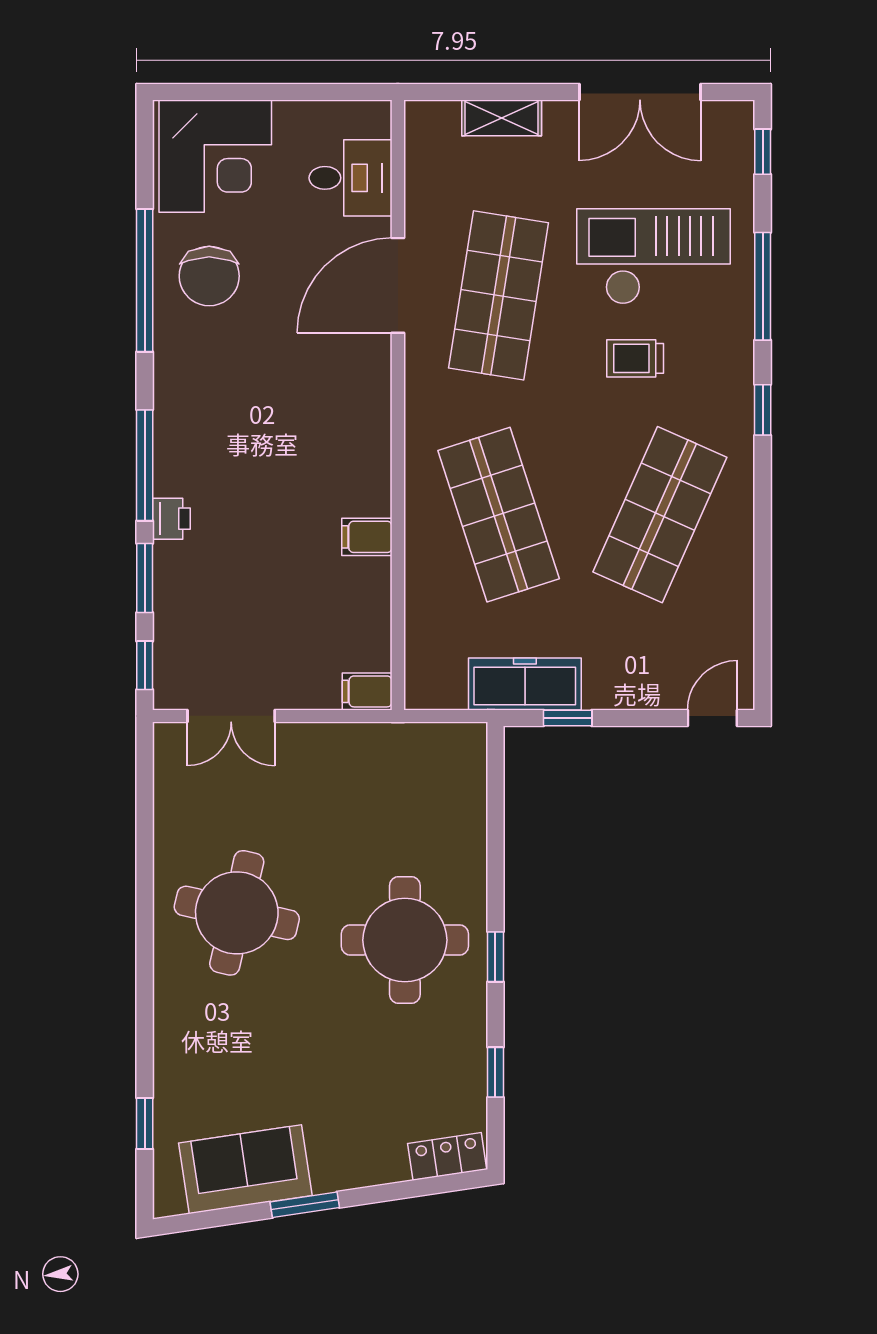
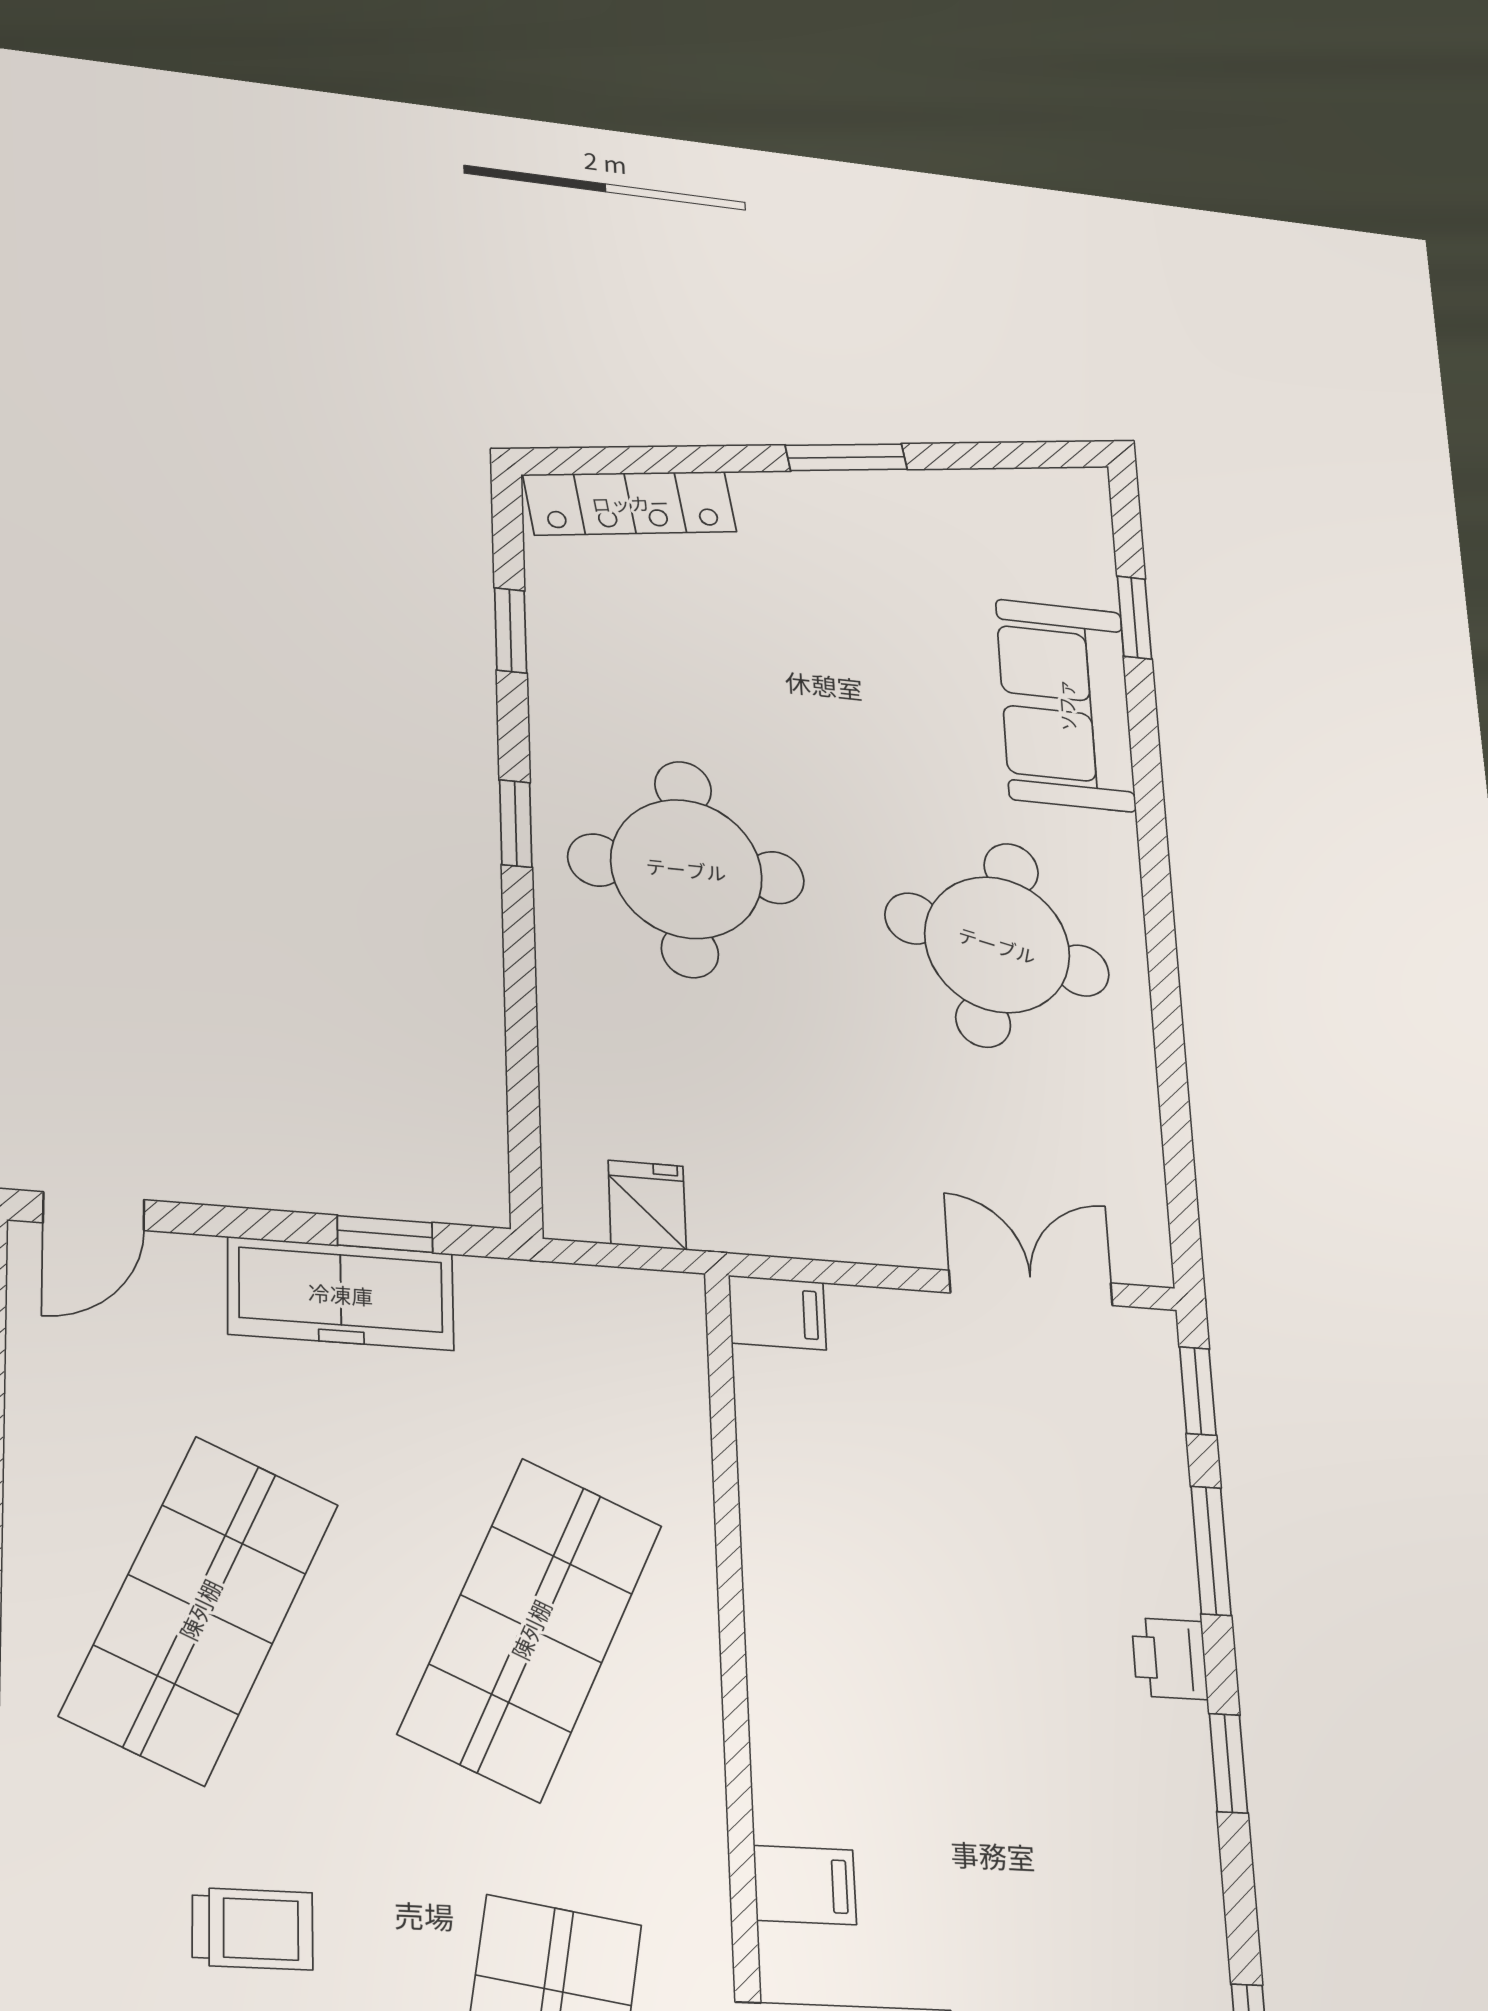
window: (145, 465) -> (1228, 1763), width x0.46
shop shelf: (499, 515) -> (531, 1629), turned 42
filing cabinet: (367, 537) -> (805, 1885), moved
freezer: (525, 684) -> (341, 1294), moved
fridge: (433, 745) -> (647, 1205), added
locker: (447, 1156) -> (630, 503), width x1.53
sofa: (245, 1169) -> (1066, 705), moved, turned 98

